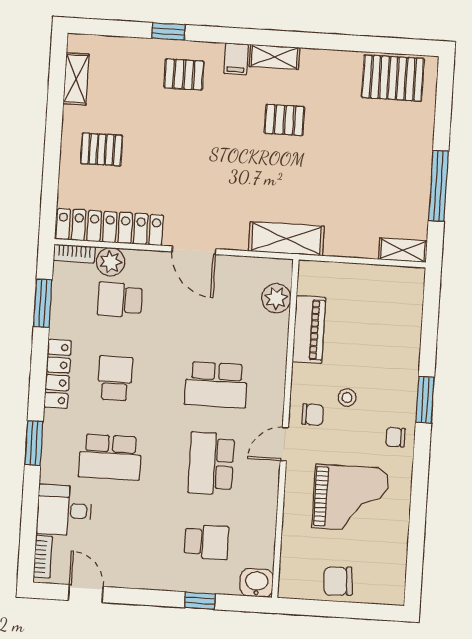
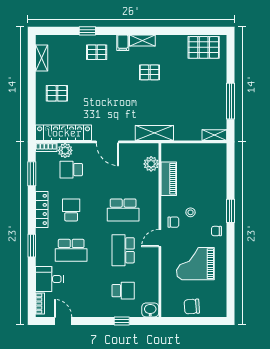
grand piano: (350, 498) -> (195, 264), turned 180

